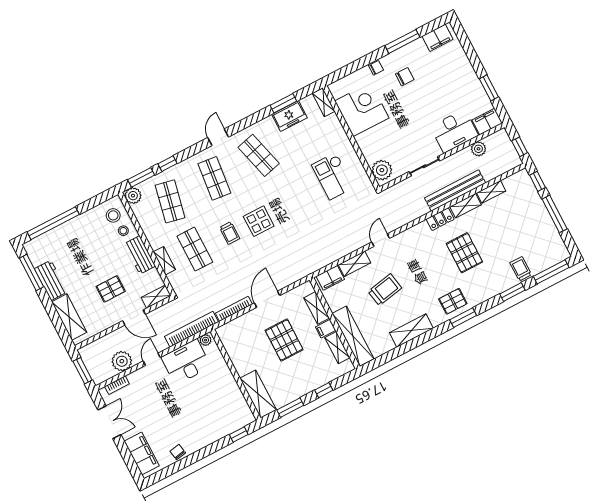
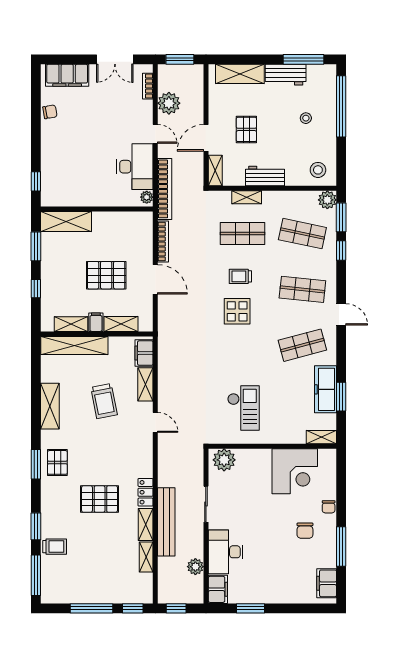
freezer: (289, 116) -> (326, 389), width x1.40
checkout: (333, 176) -> (243, 408), turned 90
stool: (123, 231) -> (306, 118), moved

